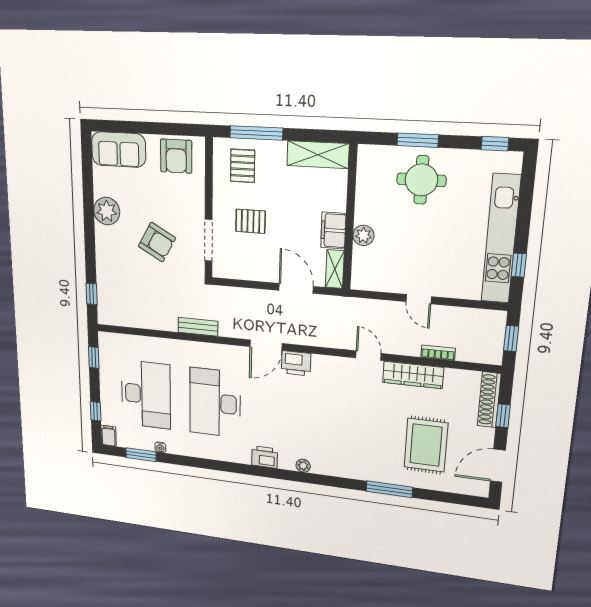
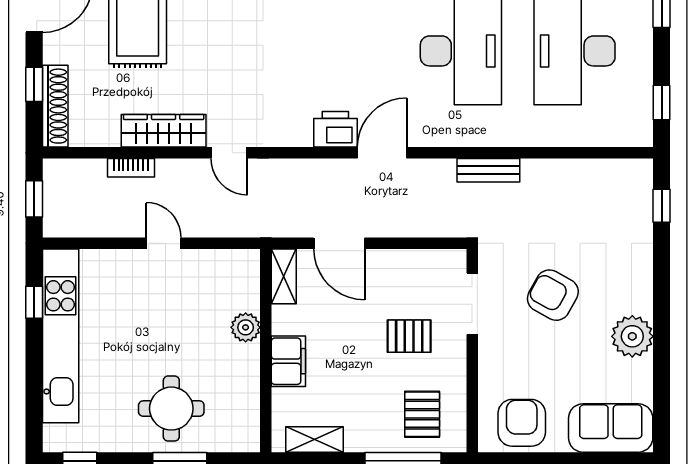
shelving: (318, 155) -> (315, 439), width x0.67, depth x0.75
filing cabinet: (333, 230) -> (288, 361), moved

